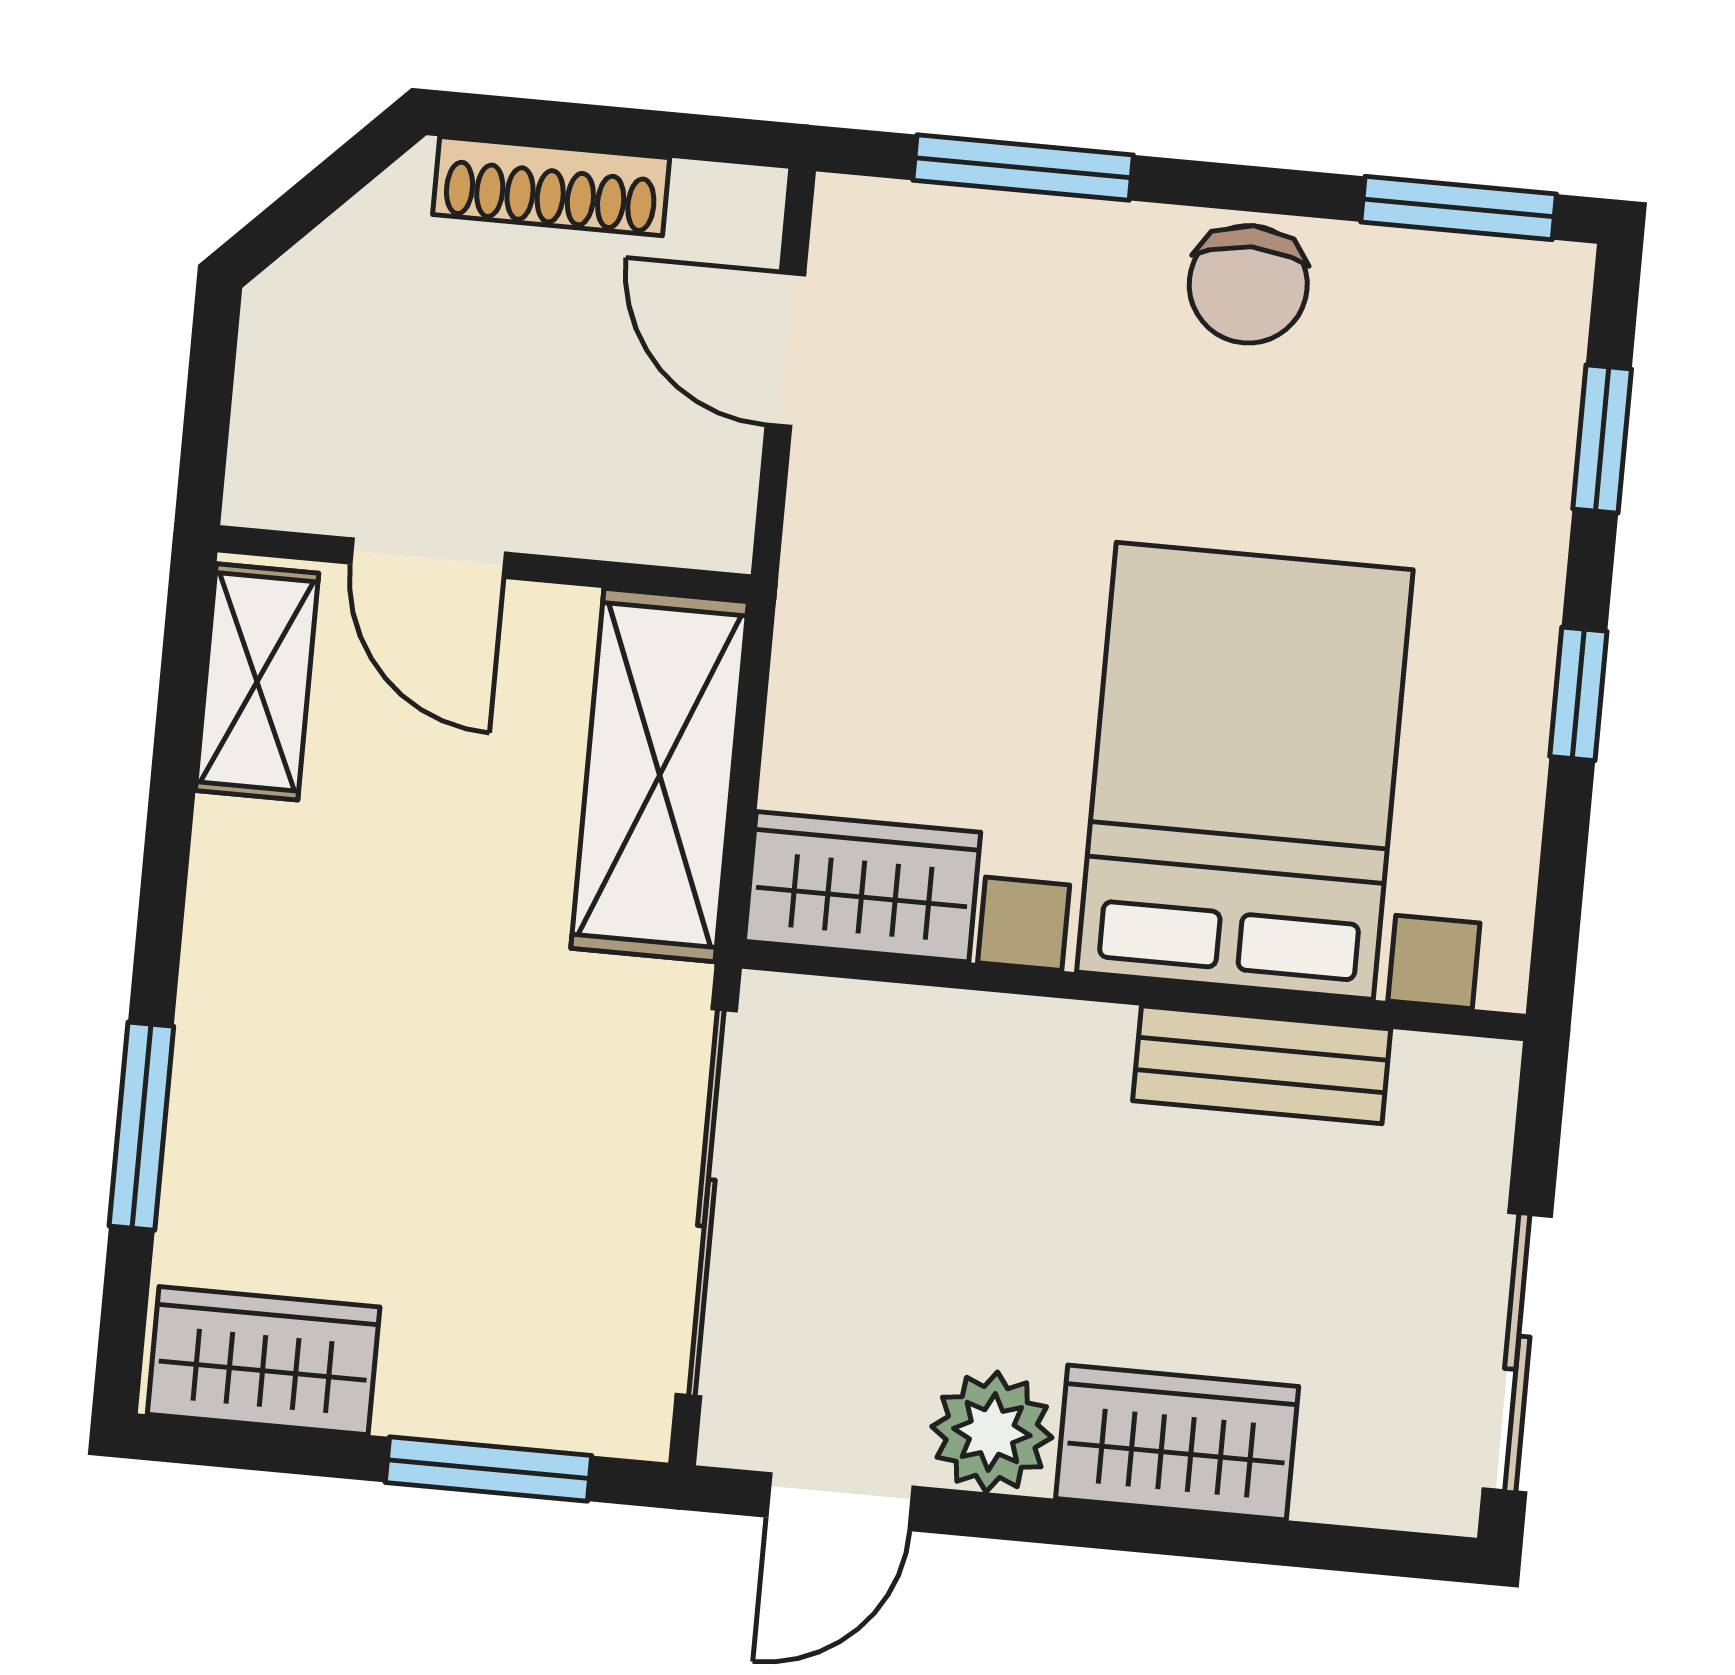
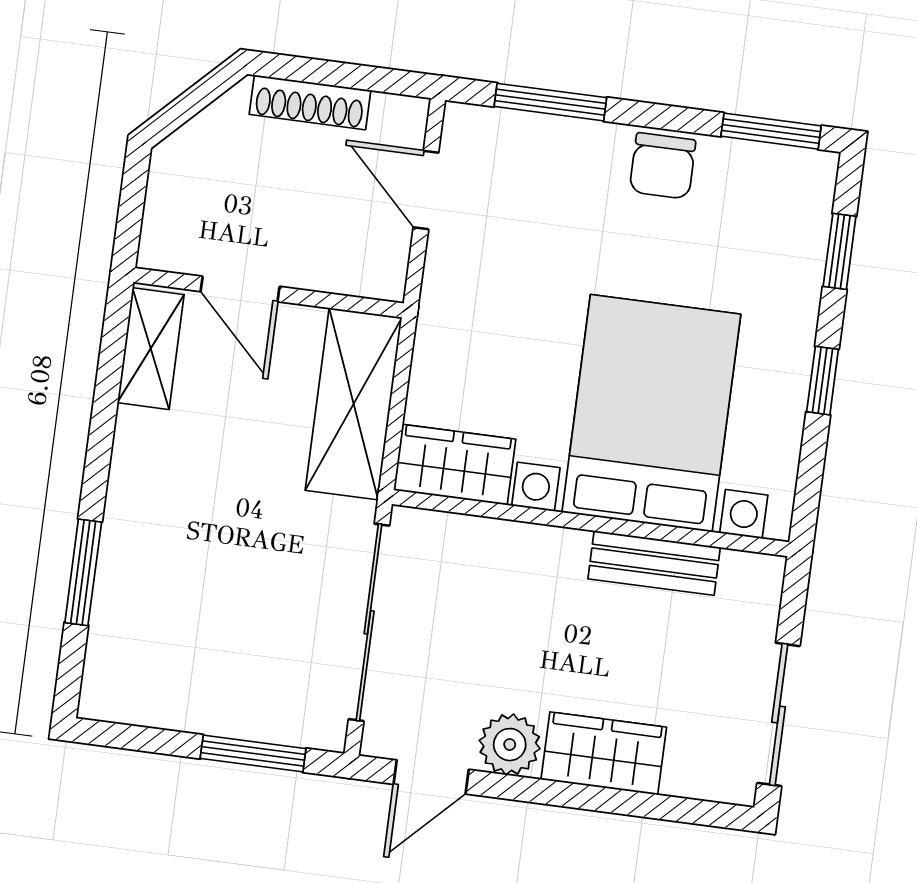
wardrobe: (264, 1361) -> (141, 694), removed

